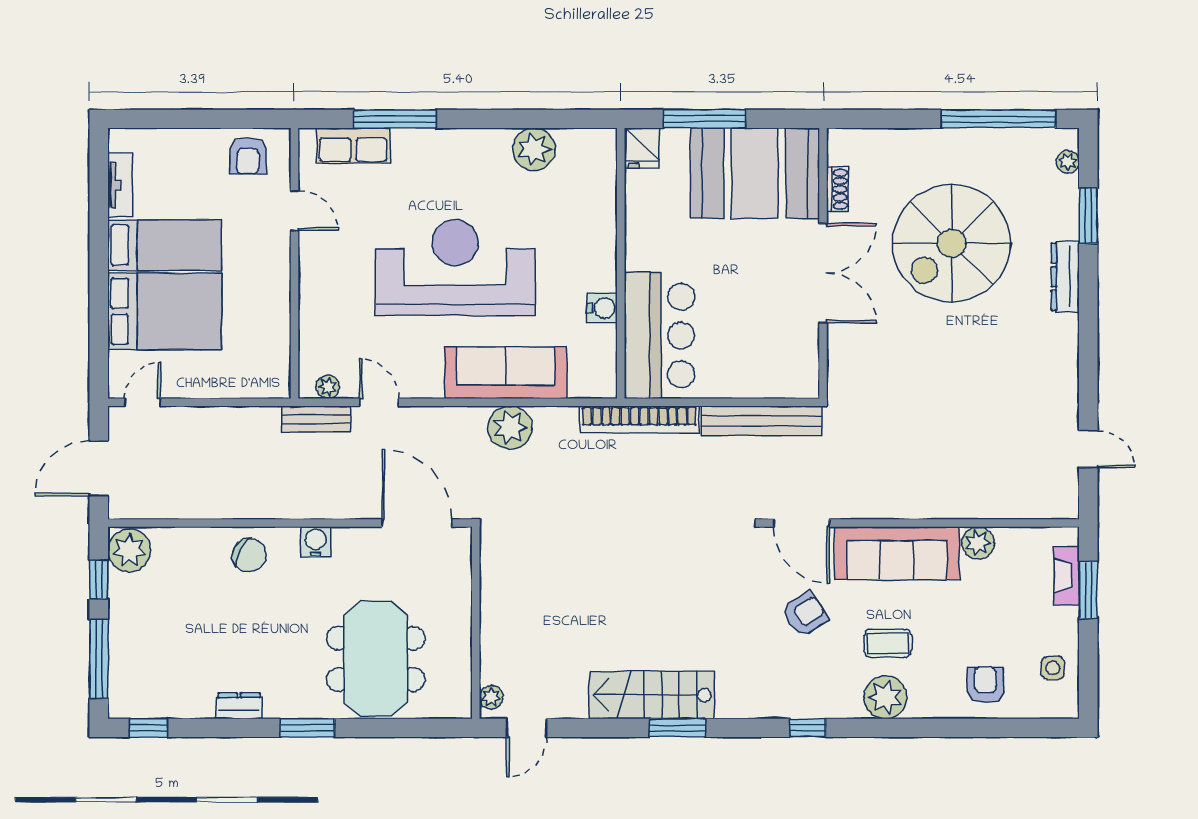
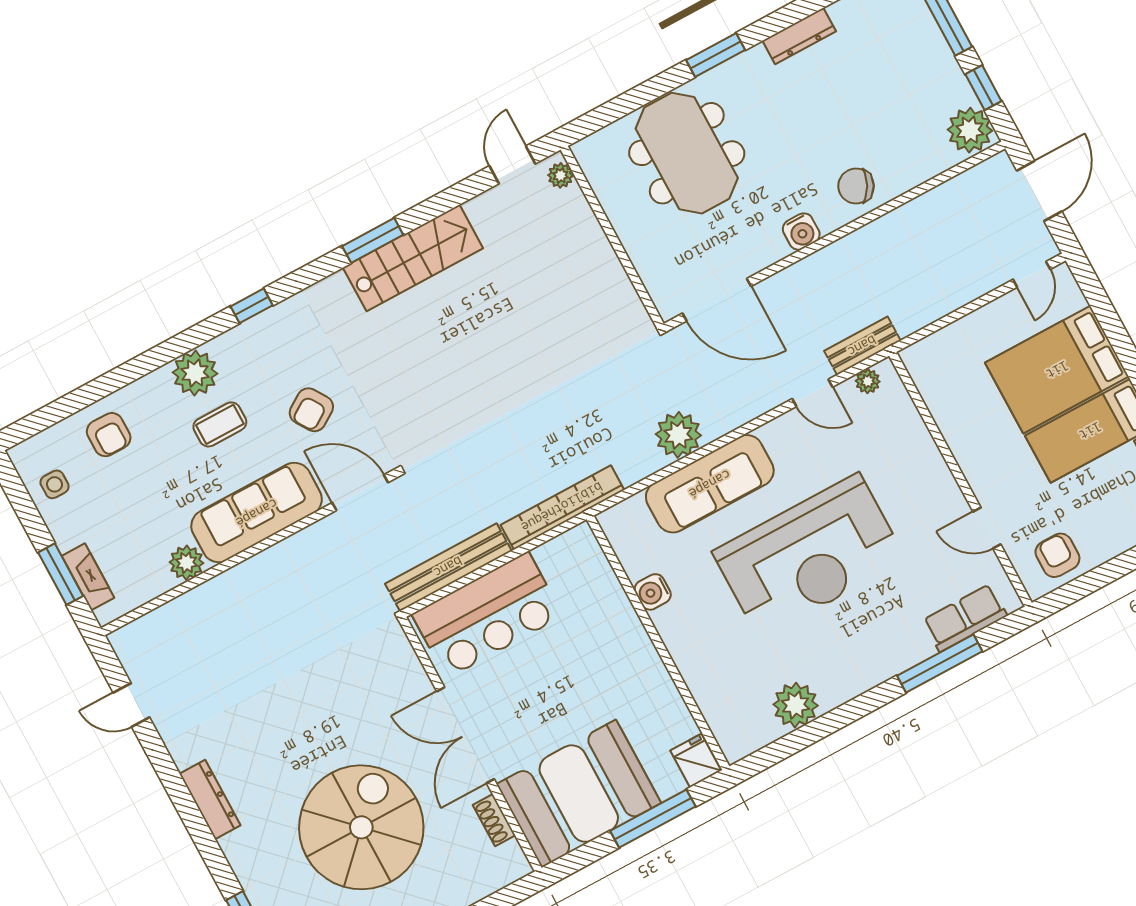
dresser: (1065, 277) -> (210, 799), moved
bar counter: (659, 335) -> (487, 615), moved, turned -90
dresser: (239, 706) -> (799, 36), width x1.44

